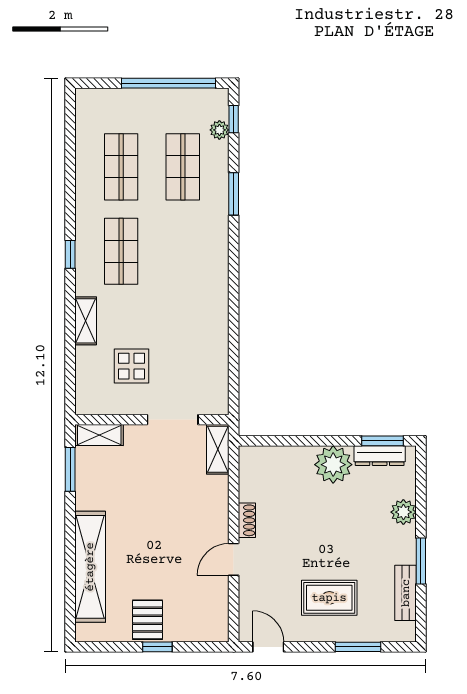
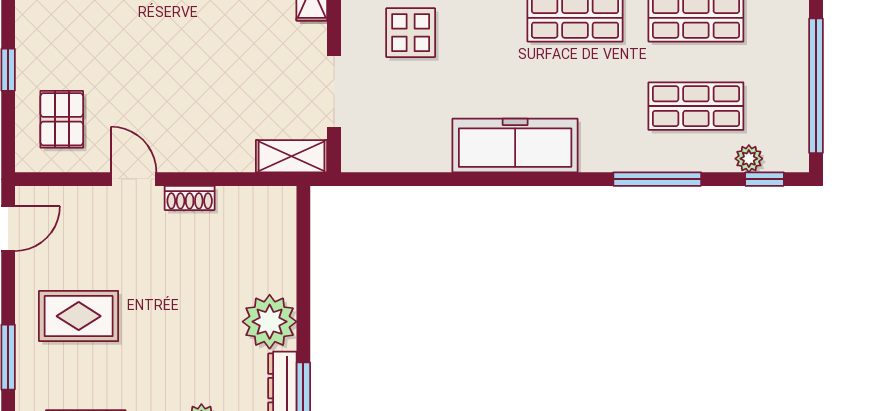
window: (234, 194) -> (657, 179), width x1.44
freezer: (210, 293) -> (515, 145), added
rug: (329, 598) -> (79, 316), turned 90
pallet: (148, 620) -> (62, 119), moved, turned 90

